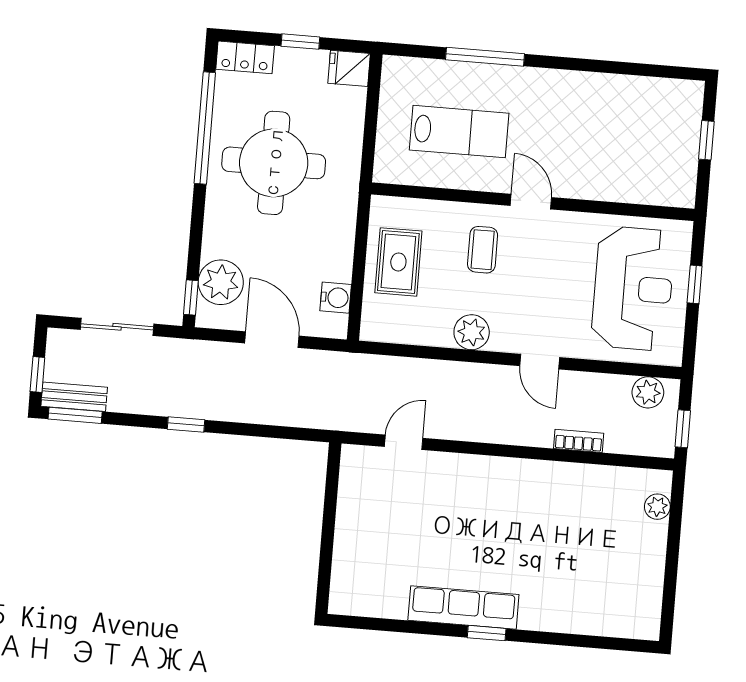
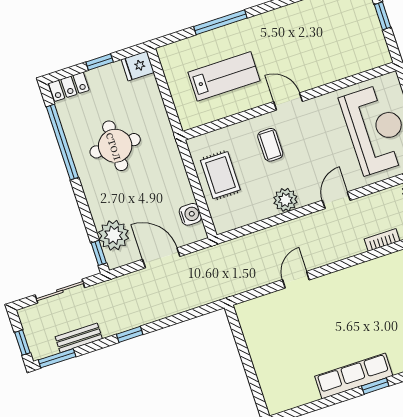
round table: (274, 163) -> (115, 146), width x0.73, depth x0.73
door: (540, 362) -> (336, 200), swing flipped
bench: (74, 397) -> (79, 338), moved
door: (404, 442) -> (296, 280), moved

